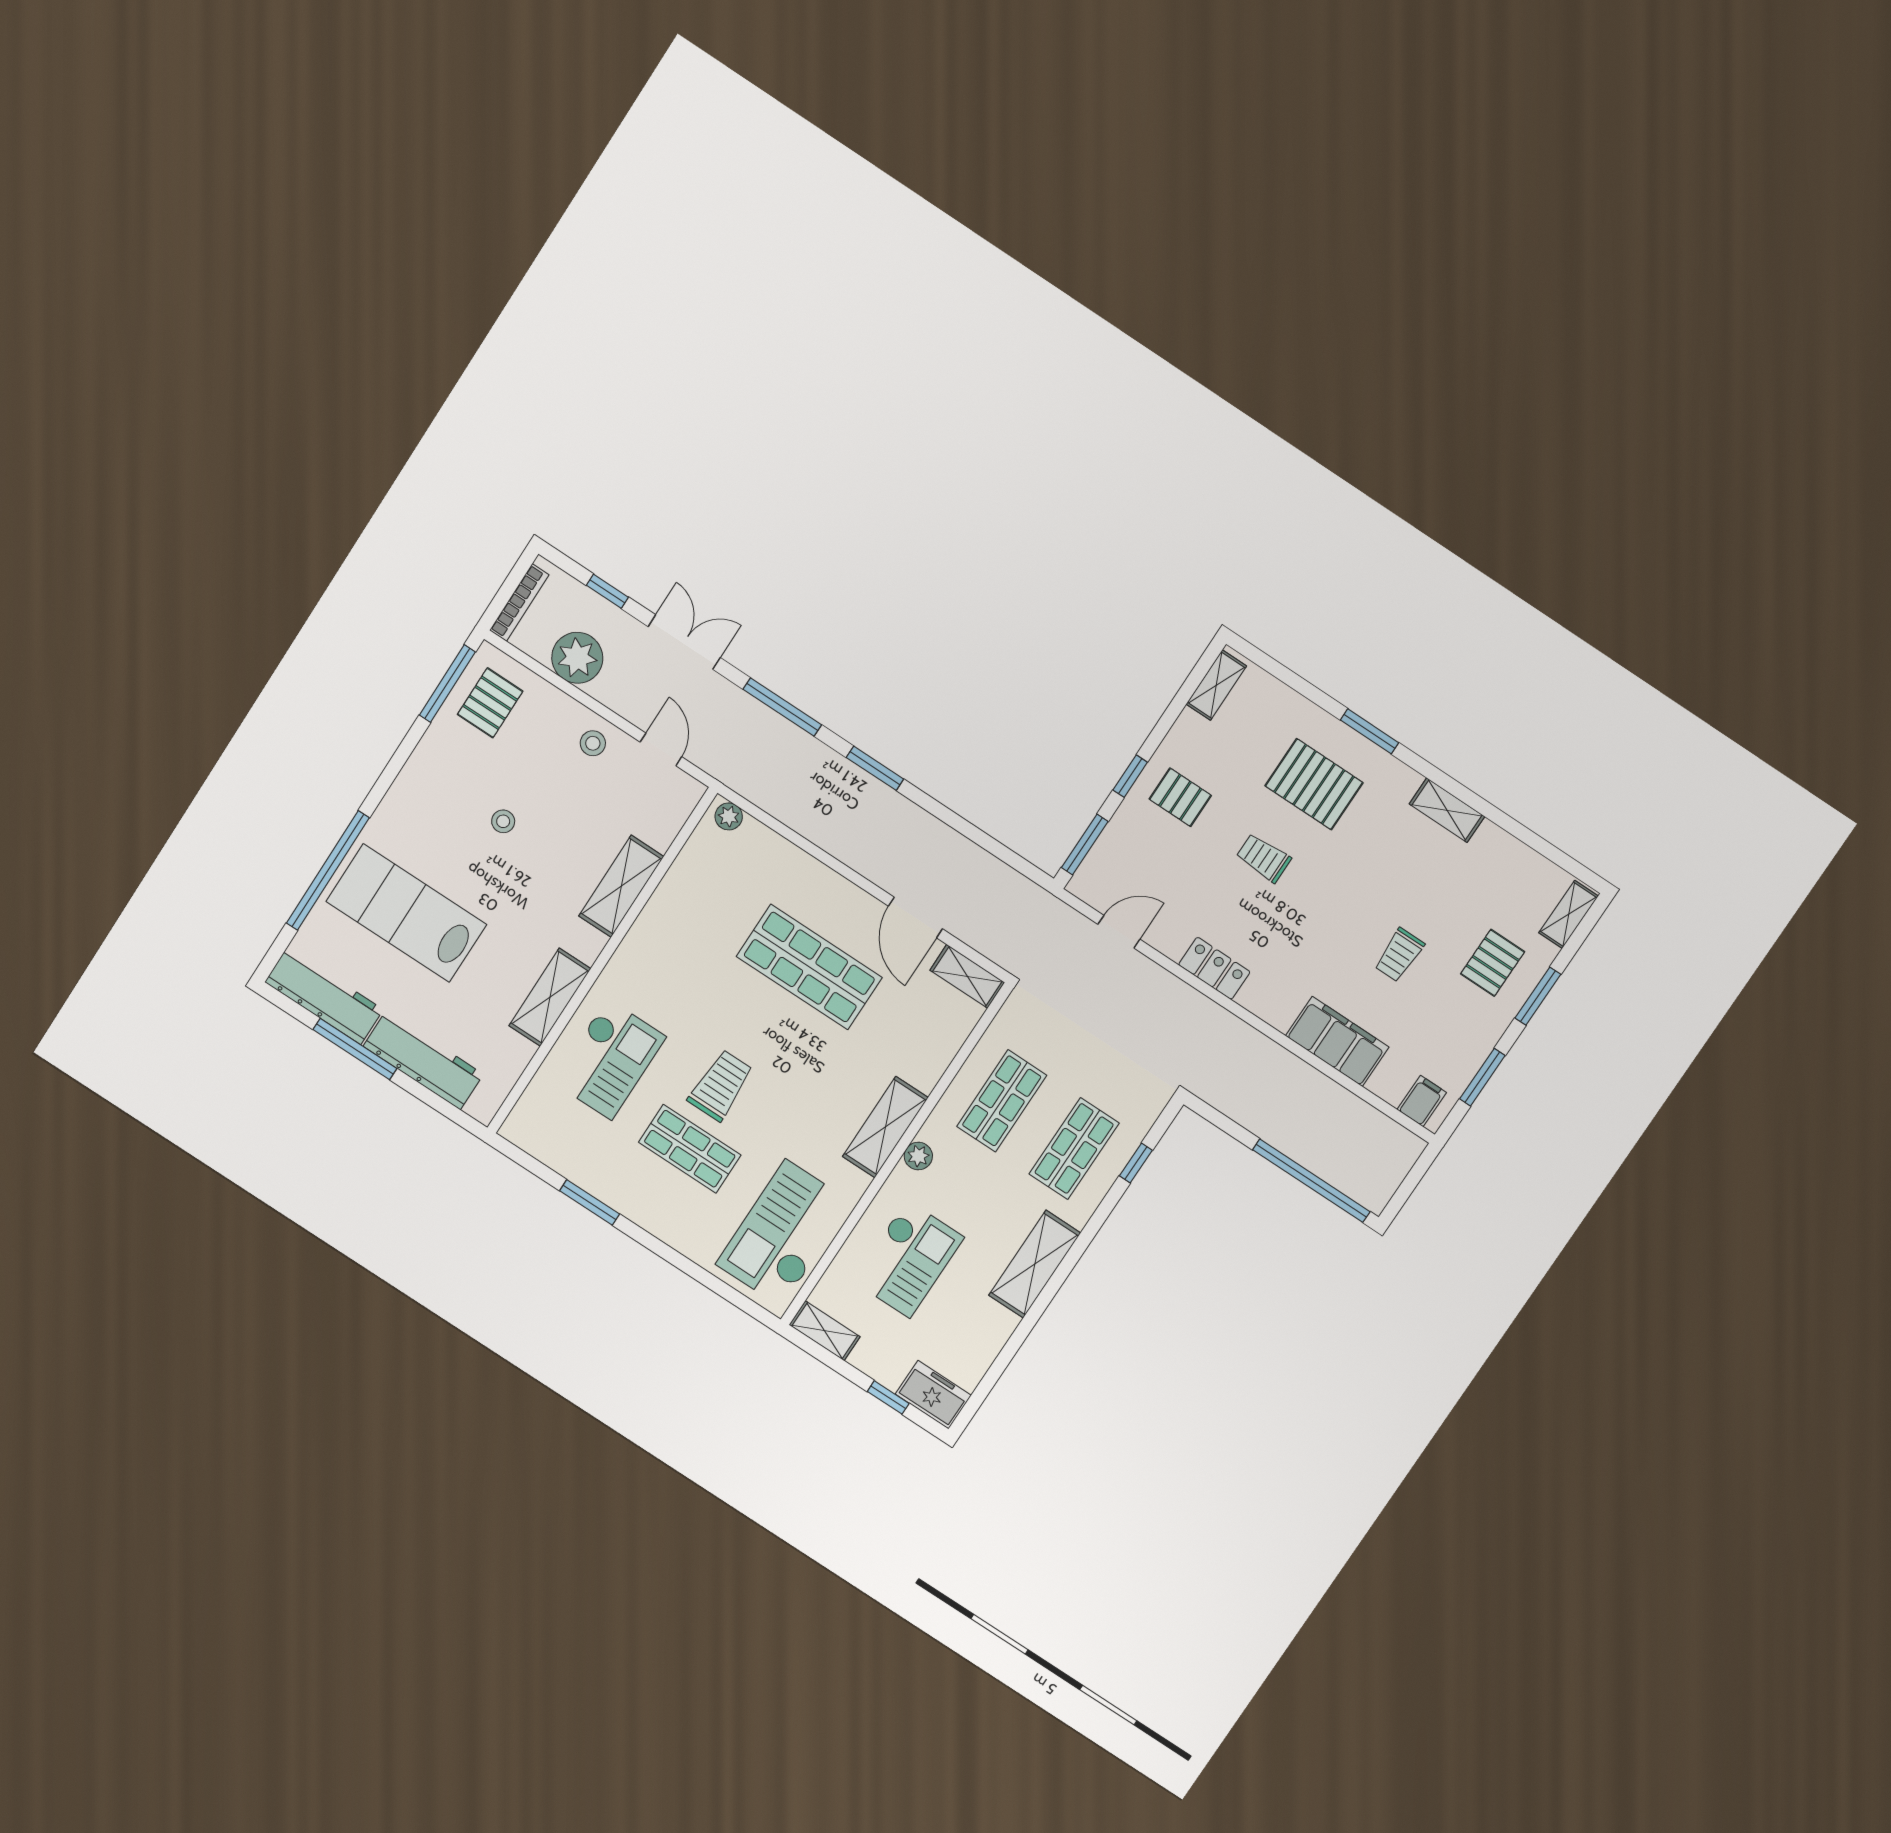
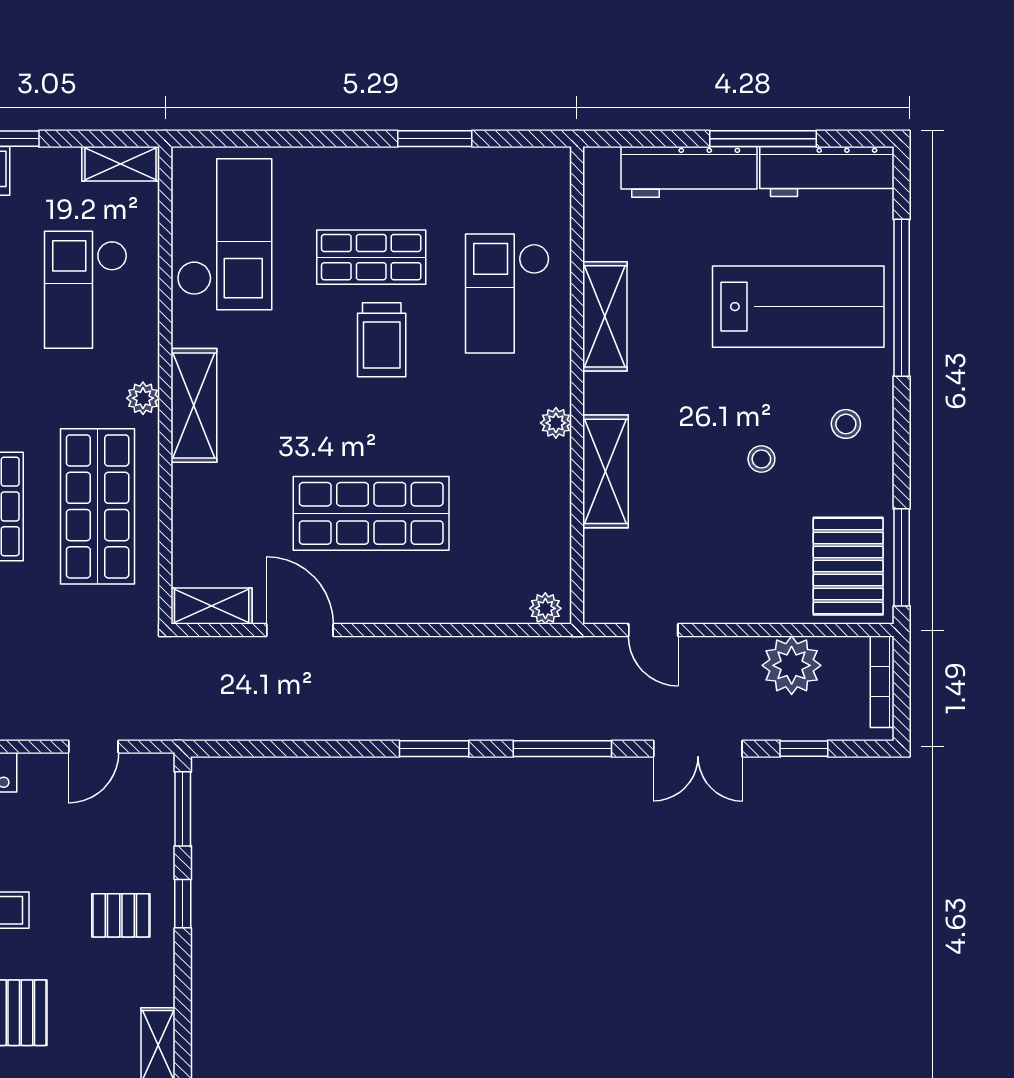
pallet: (490, 703) -> (848, 566), width x1.50, depth x1.42
stool: (593, 743) -> (846, 424), moved
plant: (634, 944) -> (556, 423), added
shop shelf: (1002, 1101) -> (98, 506), width x1.43, depth x1.36

